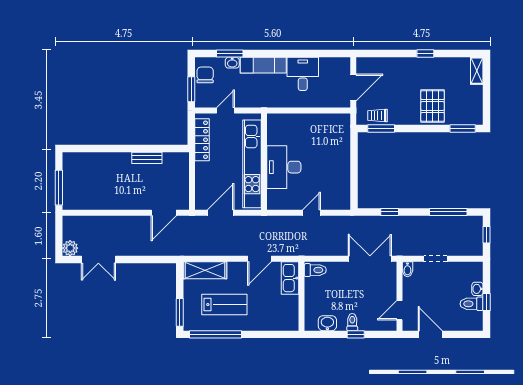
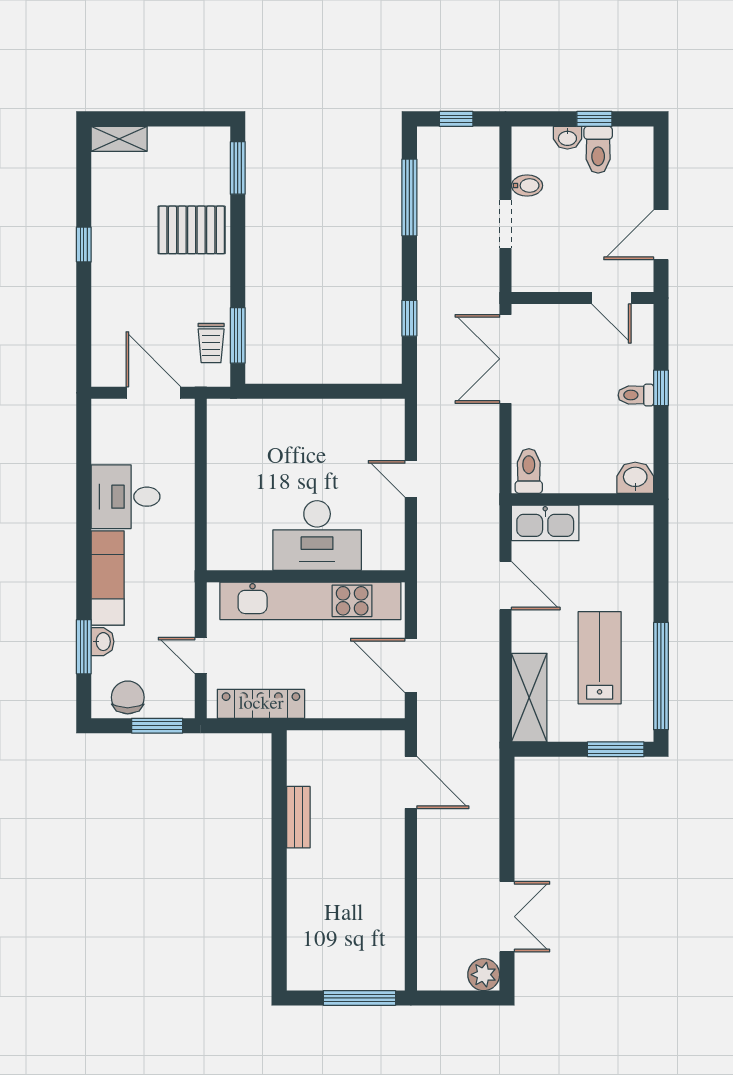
chair: (205, 75) -> (128, 697), turned 90
bidet: (407, 269) -> (527, 186), moved
washbasin: (327, 323) -> (635, 478), moved, turned 90

